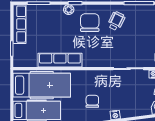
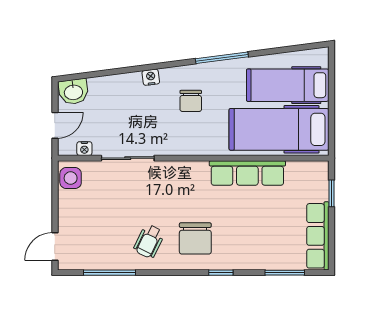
plant: (69, 10) -> (232, 261), removed

